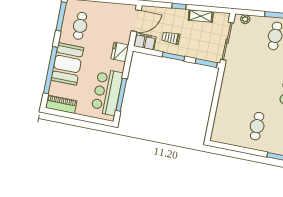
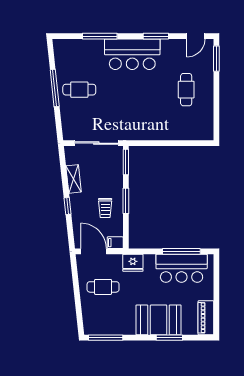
plant: (245, 19) -> (67, 127), removed
cafe table: (80, 26) -> (103, 287), moved
filing cabinet: (145, 41) -> (115, 243), width x0.50
window: (50, 70) -> (169, 338), width x0.47
cafe table: (257, 126) -> (186, 90), turned 90

